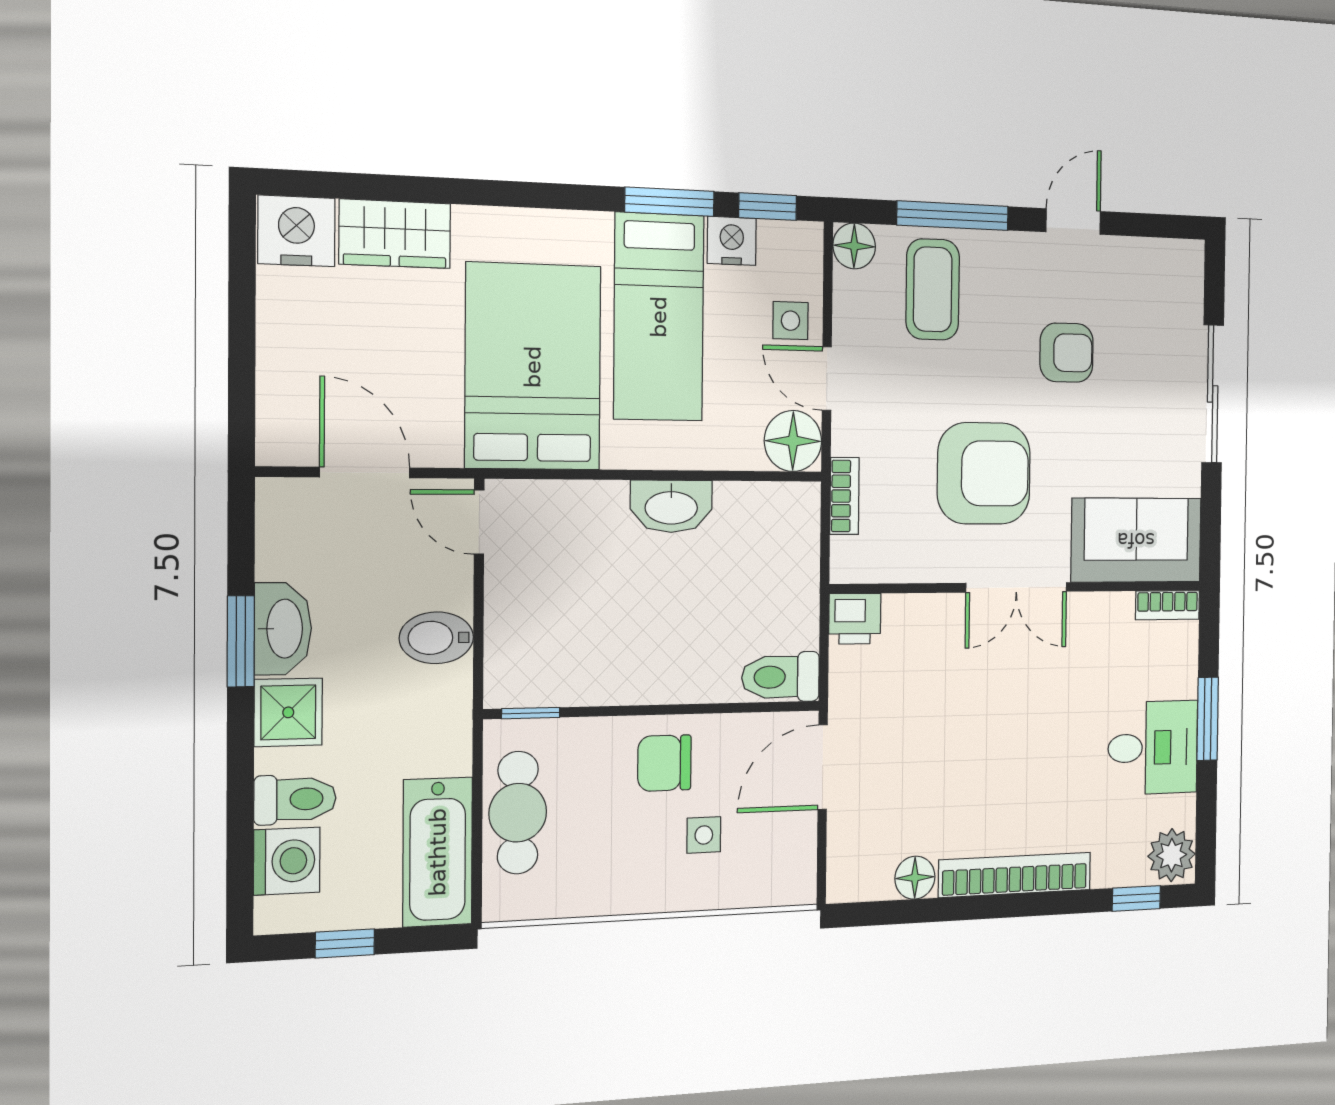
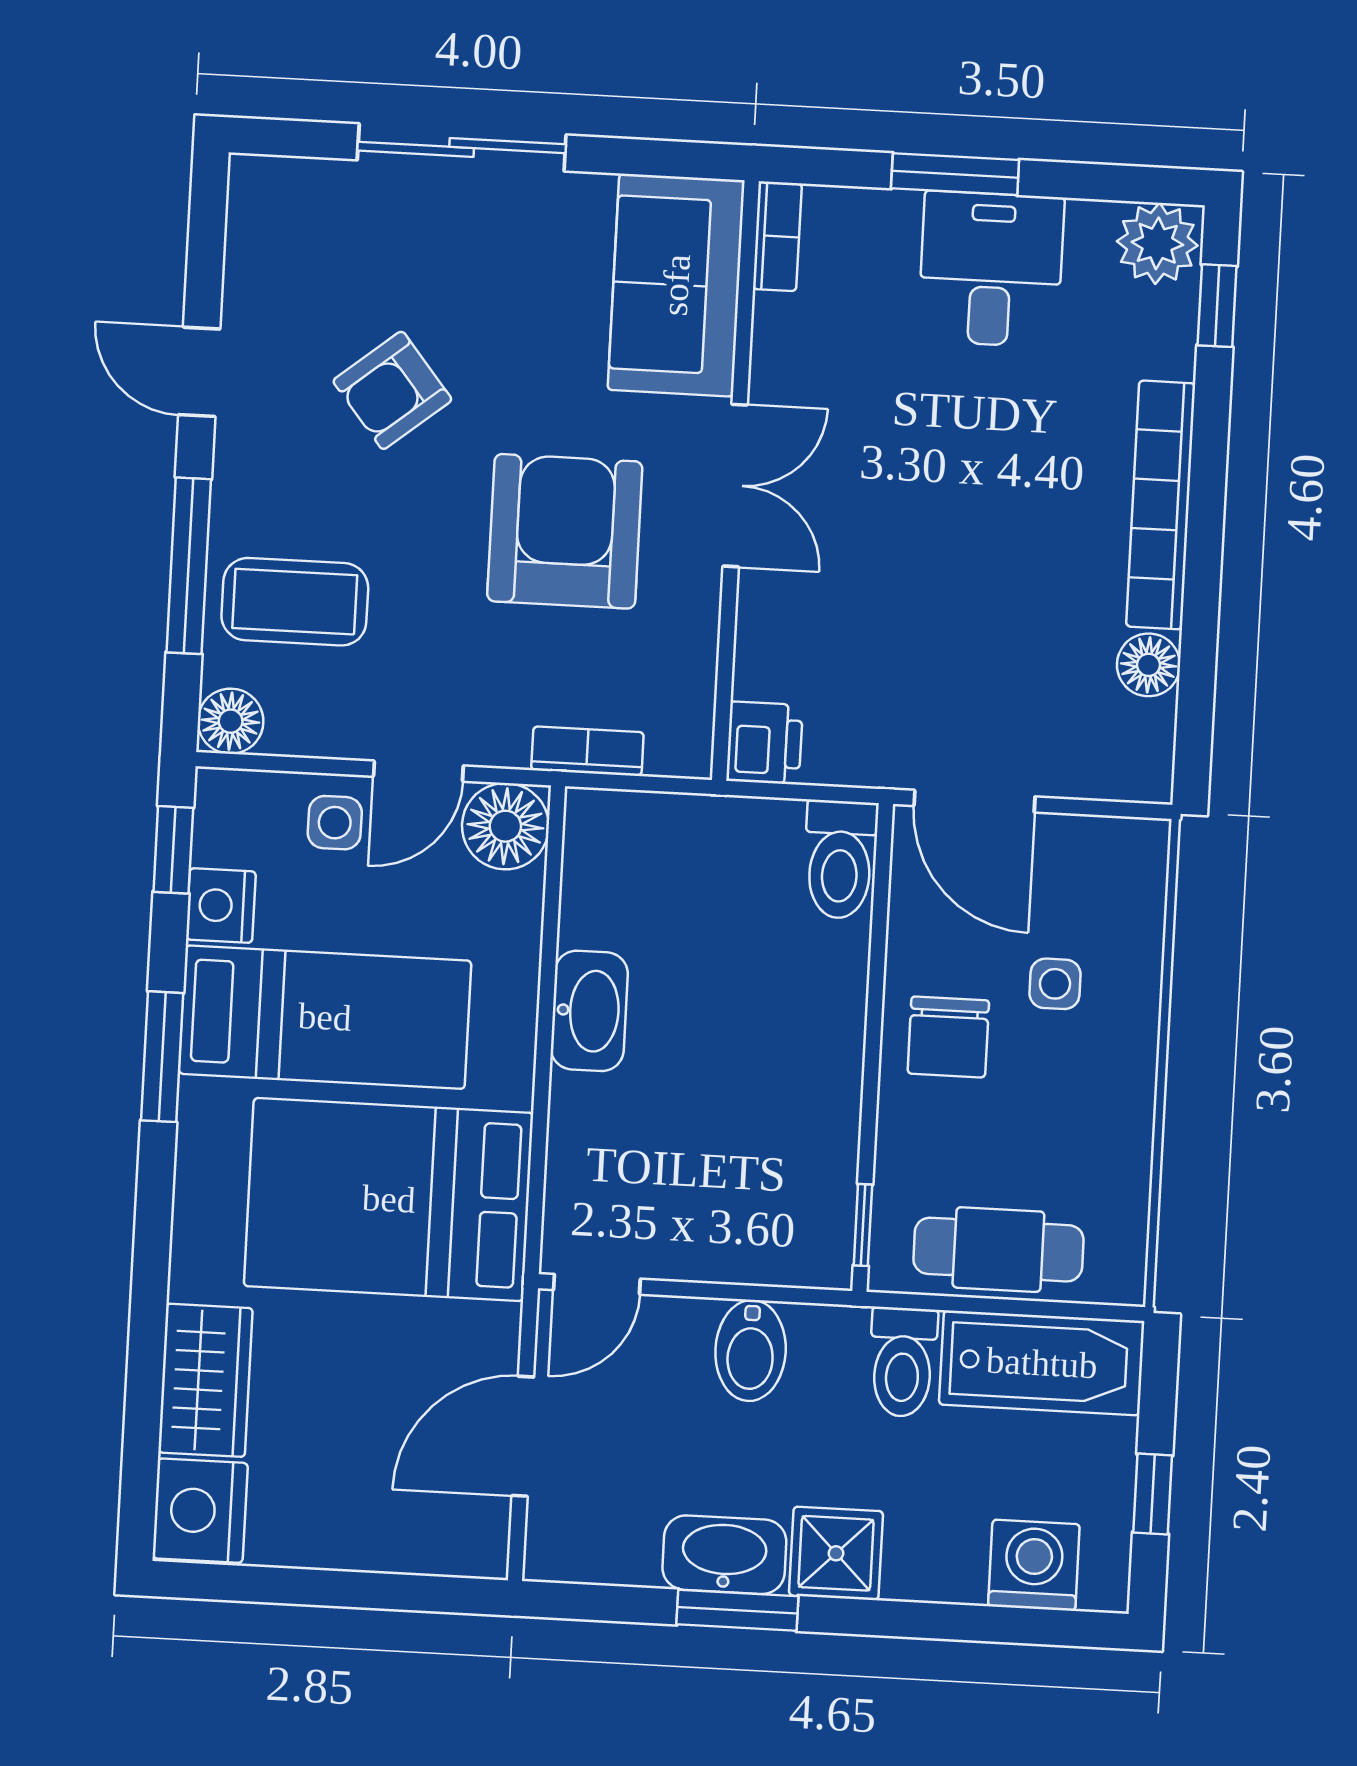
window: (670, 202) -> (162, 1057), moved
armchair: (1067, 353) -> (392, 390), turned -129
toilet: (295, 799) -> (903, 1362), moved, turned 180

